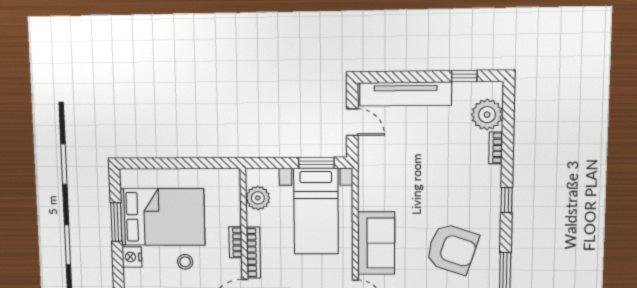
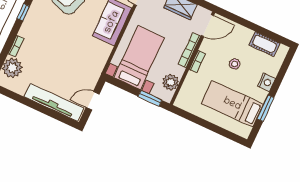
window: (464, 76) -> (15, 97), removed
door: (352, 122) -> (93, 101), hinge flipped
window: (316, 163) -> (150, 98), moved
bed: (162, 217) -> (232, 104), width x0.67

